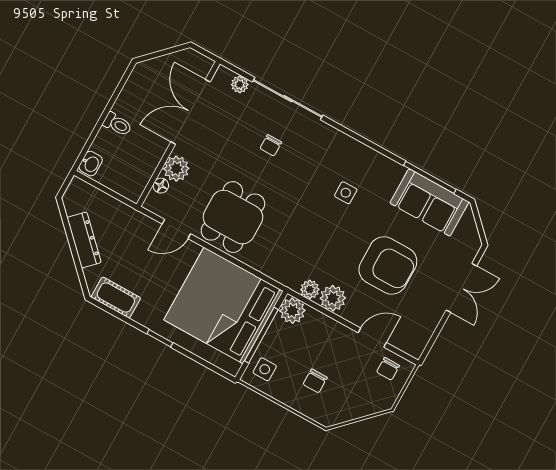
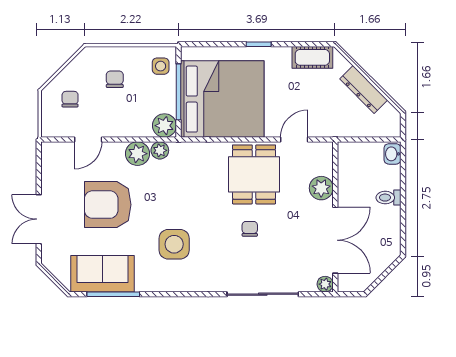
plant: (240, 84) -> (325, 284), moved
chair: (271, 145) -> (250, 229), moved
floor lamp: (161, 186) -> (326, 168), removed
side table: (346, 193) -> (174, 244), width x1.87, depth x1.87
chair: (388, 369) -> (70, 99), moved

